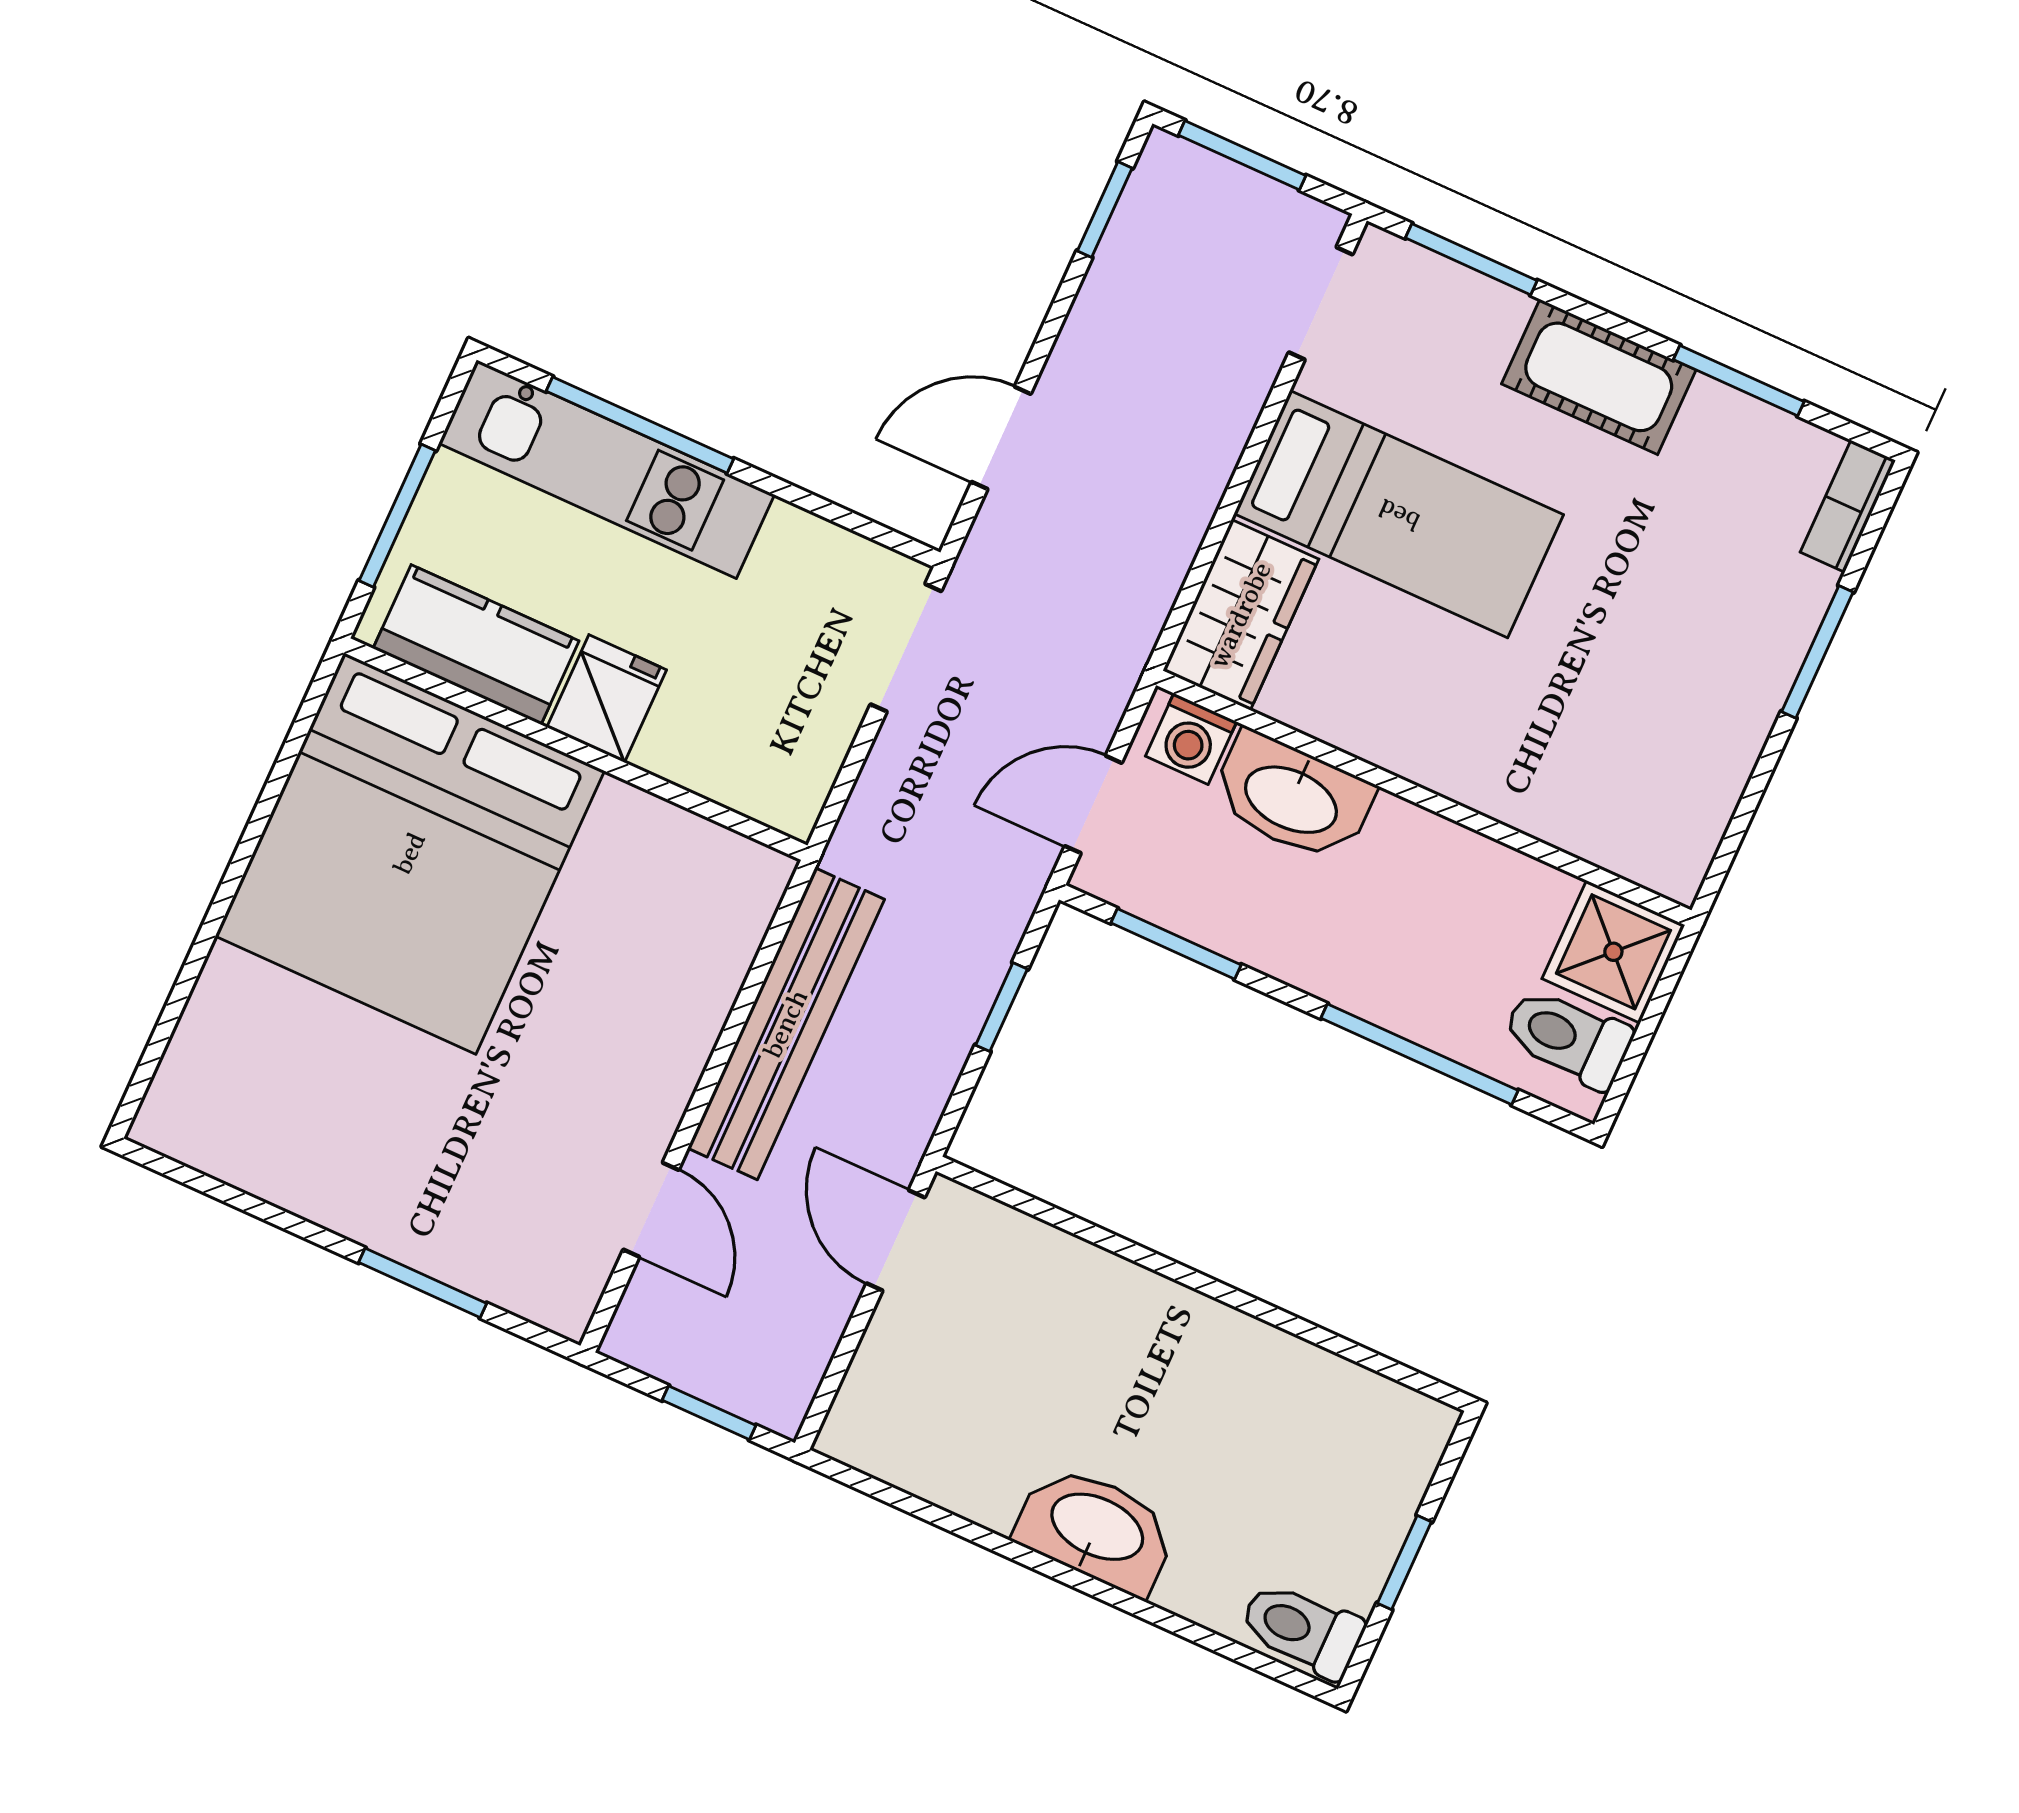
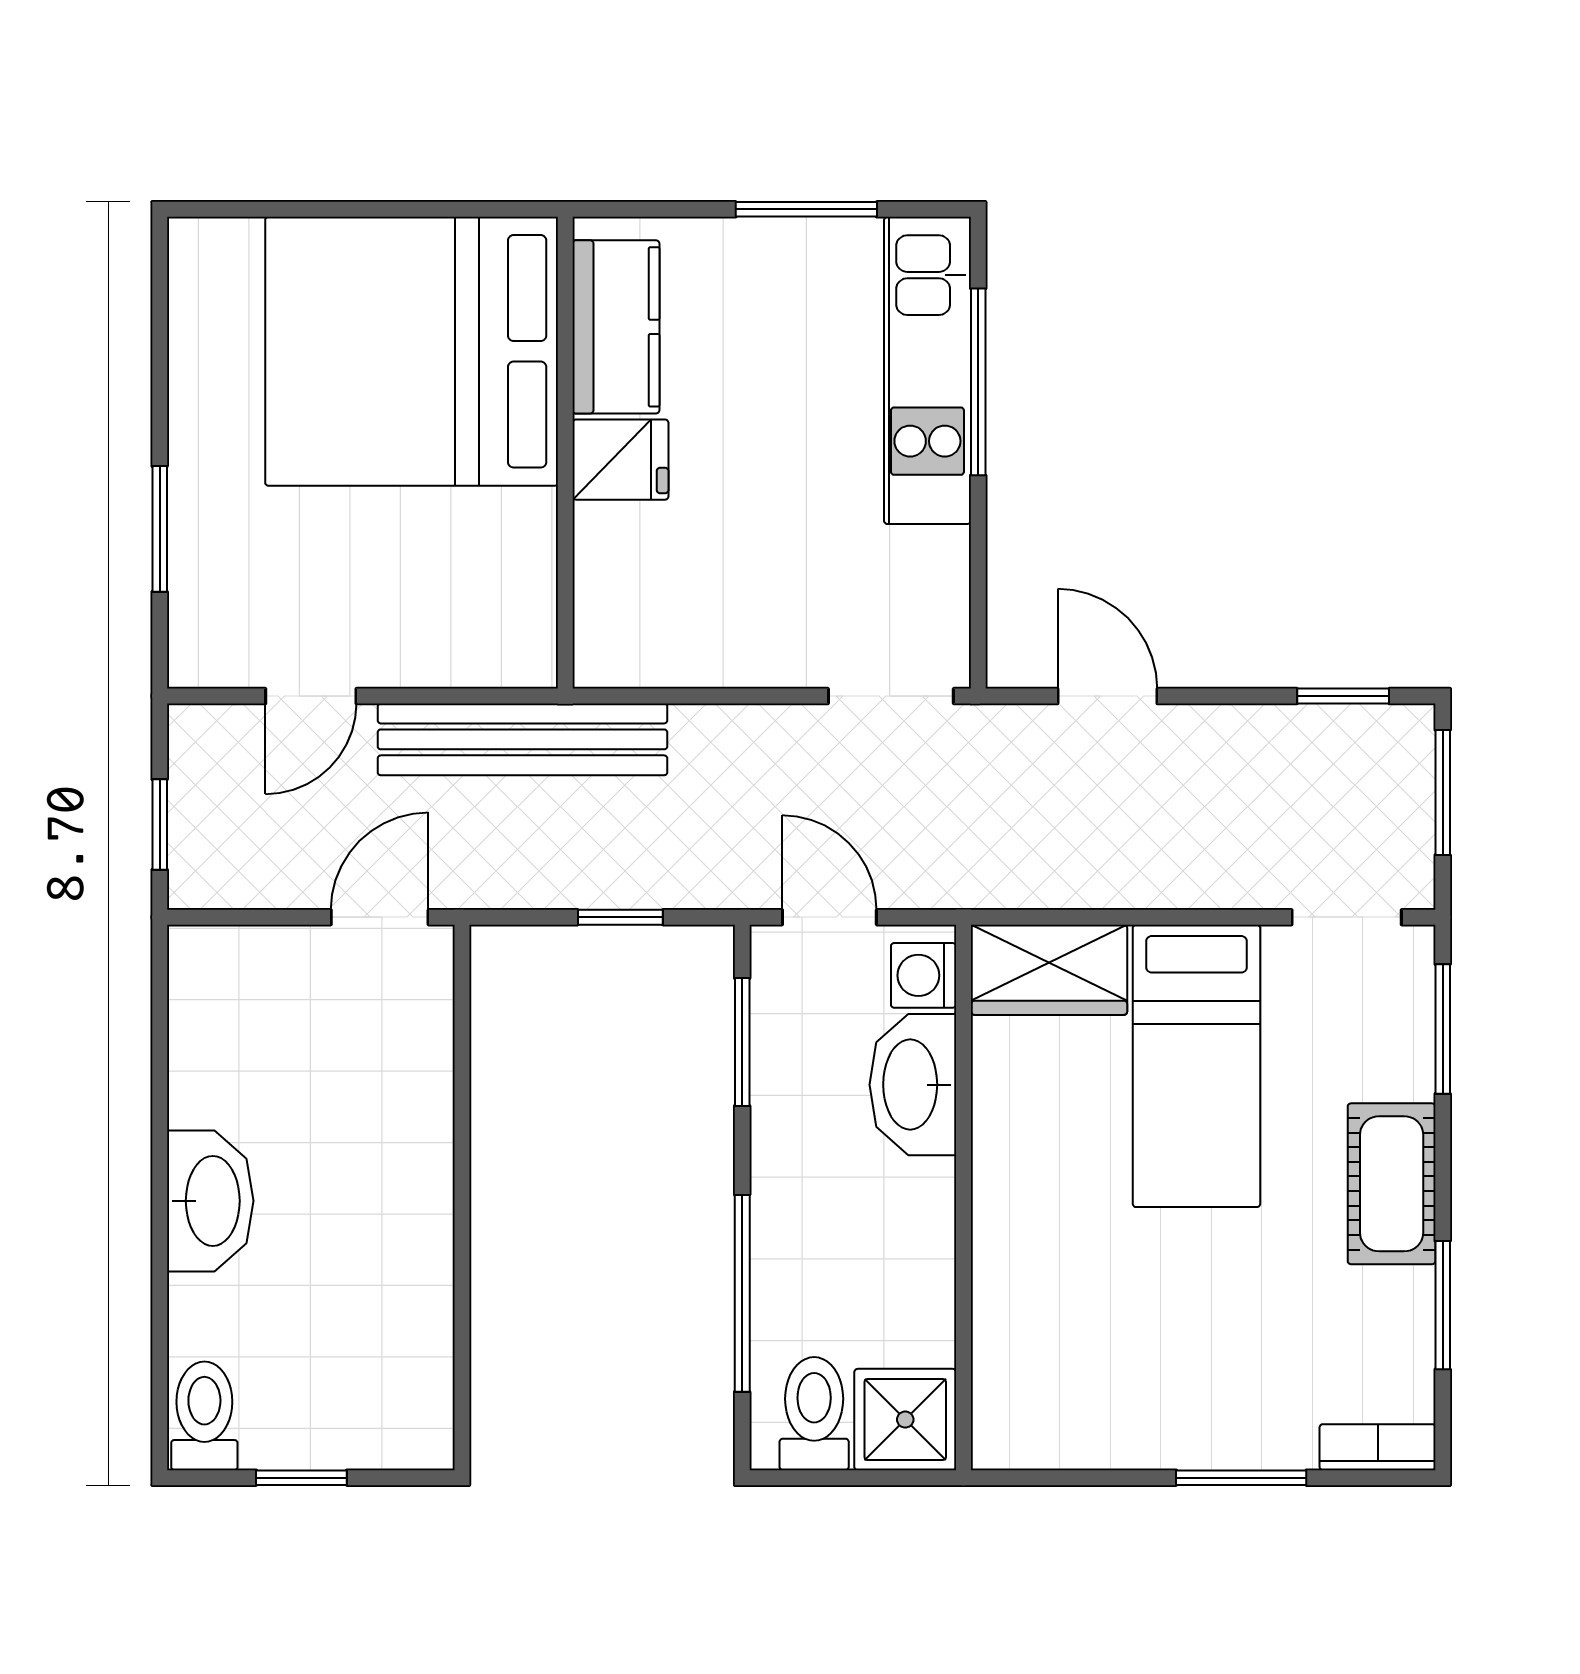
kitchen counter: (476, 645) -> (616, 327), moved
fridge: (607, 699) -> (620, 460), moved
wall: (576, 749) -> (565, 453), moved
bed: (410, 853) -> (412, 351), moved

